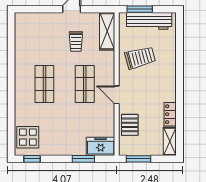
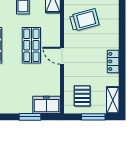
locker: (170, 114) -> (113, 61), moved
pallet: (130, 125) -> (82, 96), moved
window: (138, 159) -> (93, 117), moved

